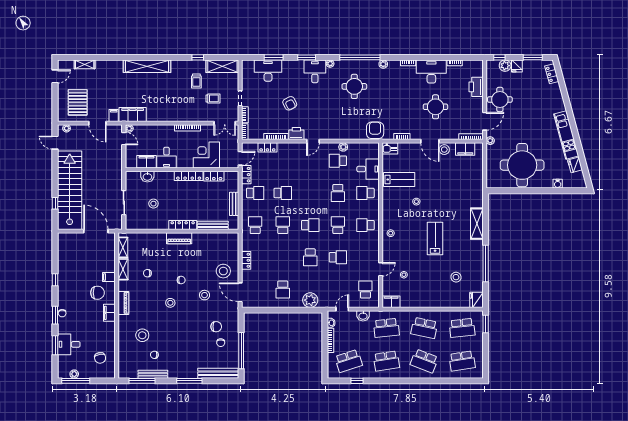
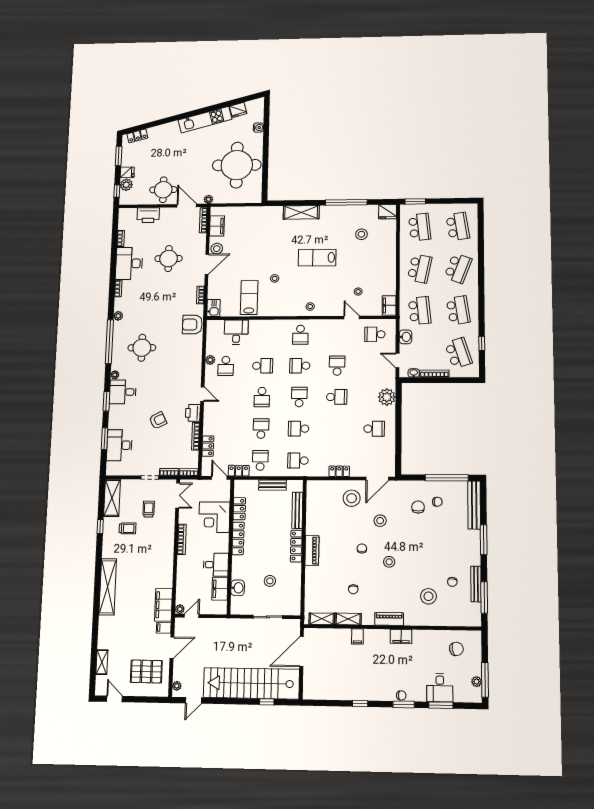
school desk: (365, 193) -> (262, 397), moved
chair: (97, 293) -> (376, 651), removed

